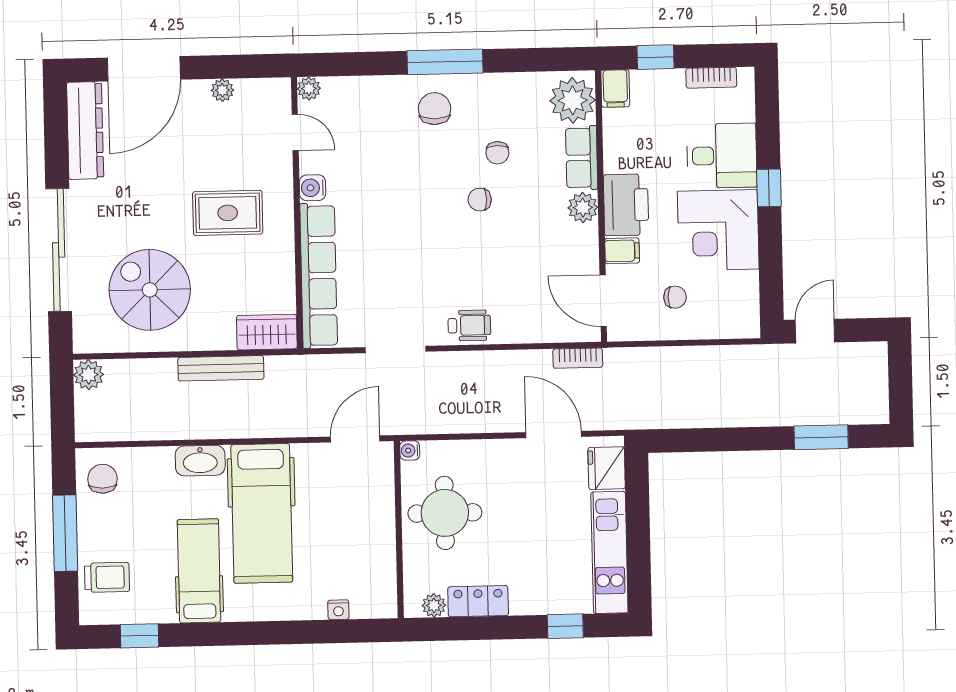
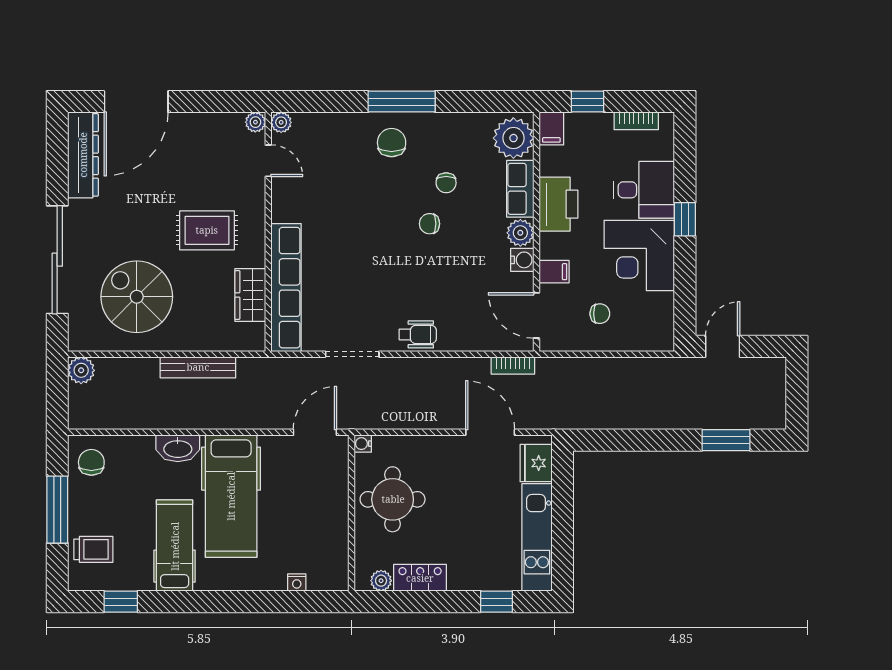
plant: (222, 90) -> (255, 122), moved
water cooler: (313, 188) -> (522, 260), moved, turned 180
printer: (626, 205) -> (558, 204), moved
wardrobe: (267, 332) -> (250, 295), moved, turned -90

